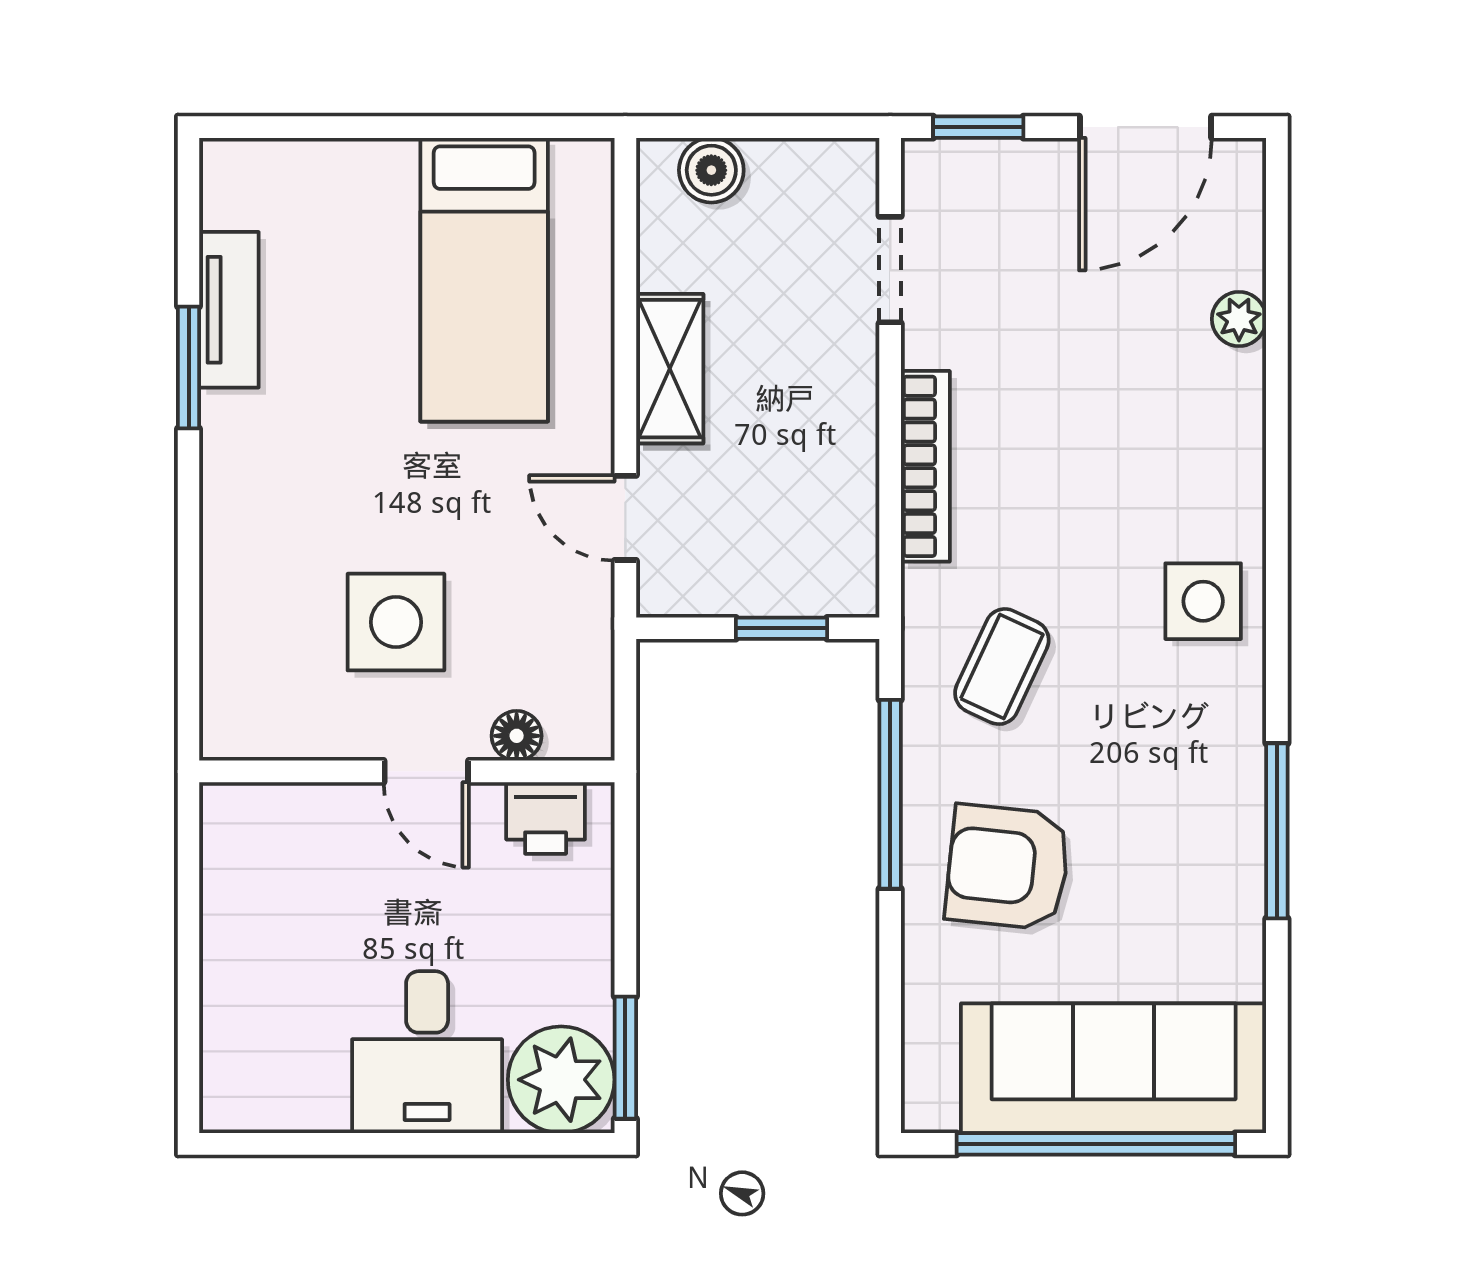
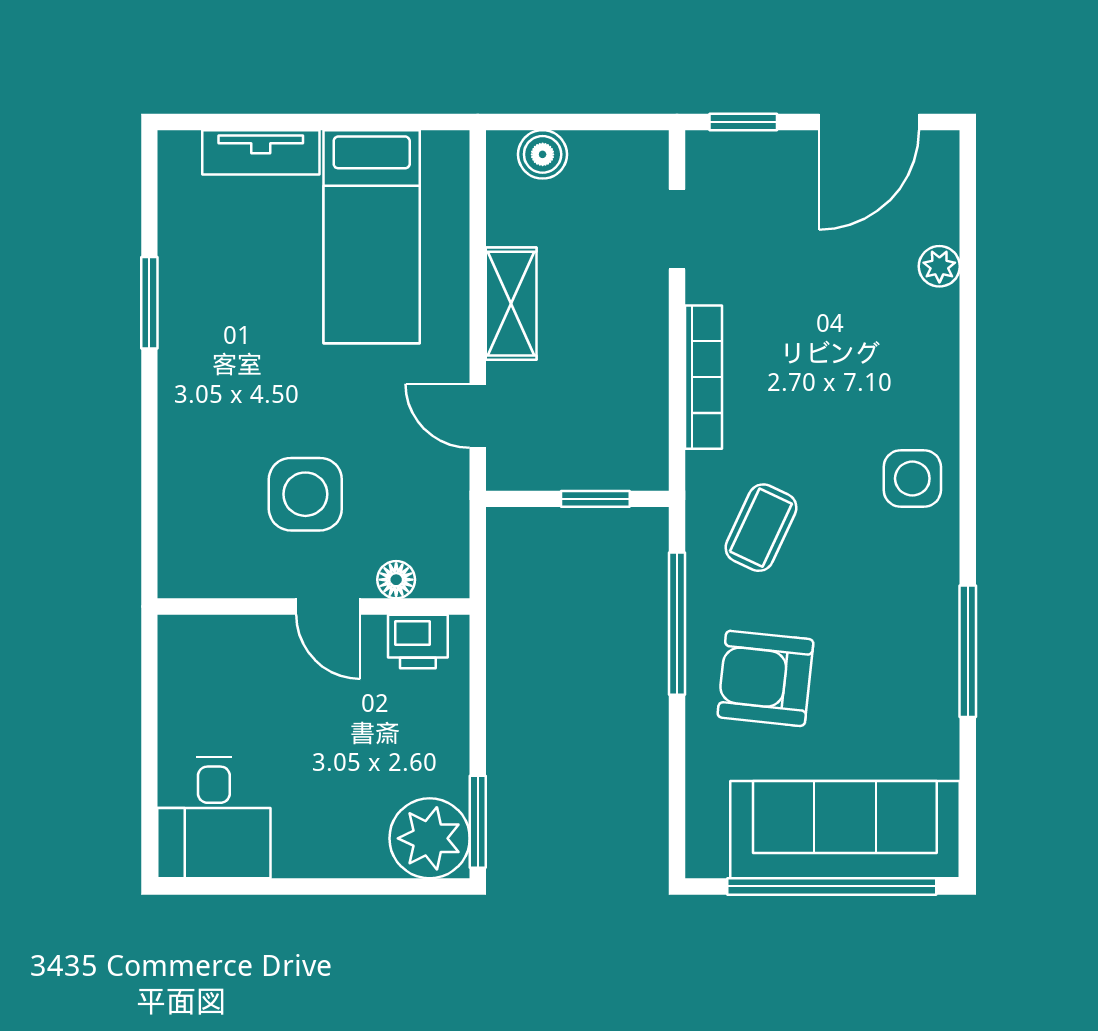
tv unit: (229, 310) -> (261, 152), moved, turned 90
desk: (427, 1052) -> (214, 818), moved

